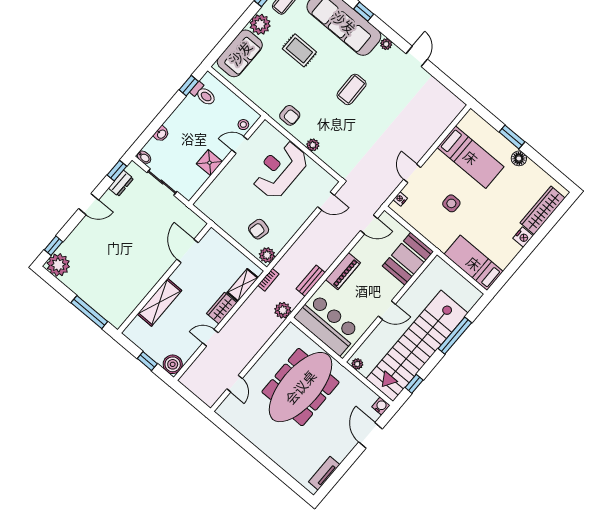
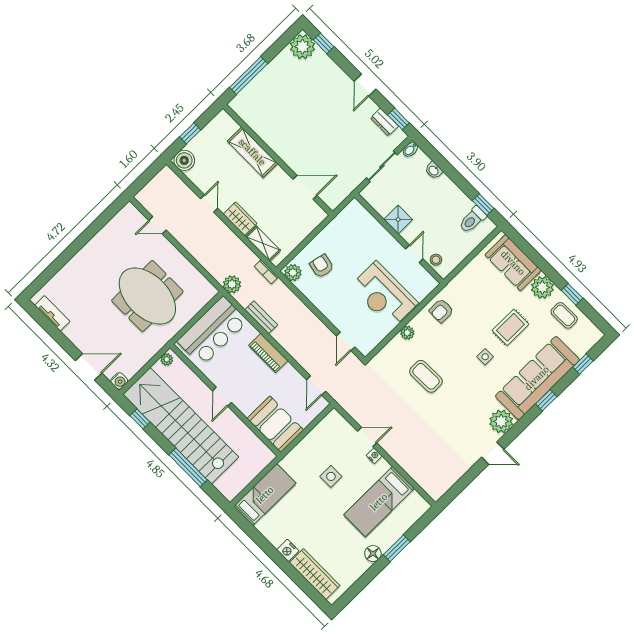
plant: (386, 44) -> (501, 421), width x1.88, depth x1.88
side table: (329, 71) -> (485, 357), added
coffee table: (352, 89) -> (426, 376), moved
reception desk: (280, 170) -> (384, 295), turned 180
nightstand: (400, 199) -> (374, 456), moved
meeting table: (300, 387) -> (147, 296), width x0.73

